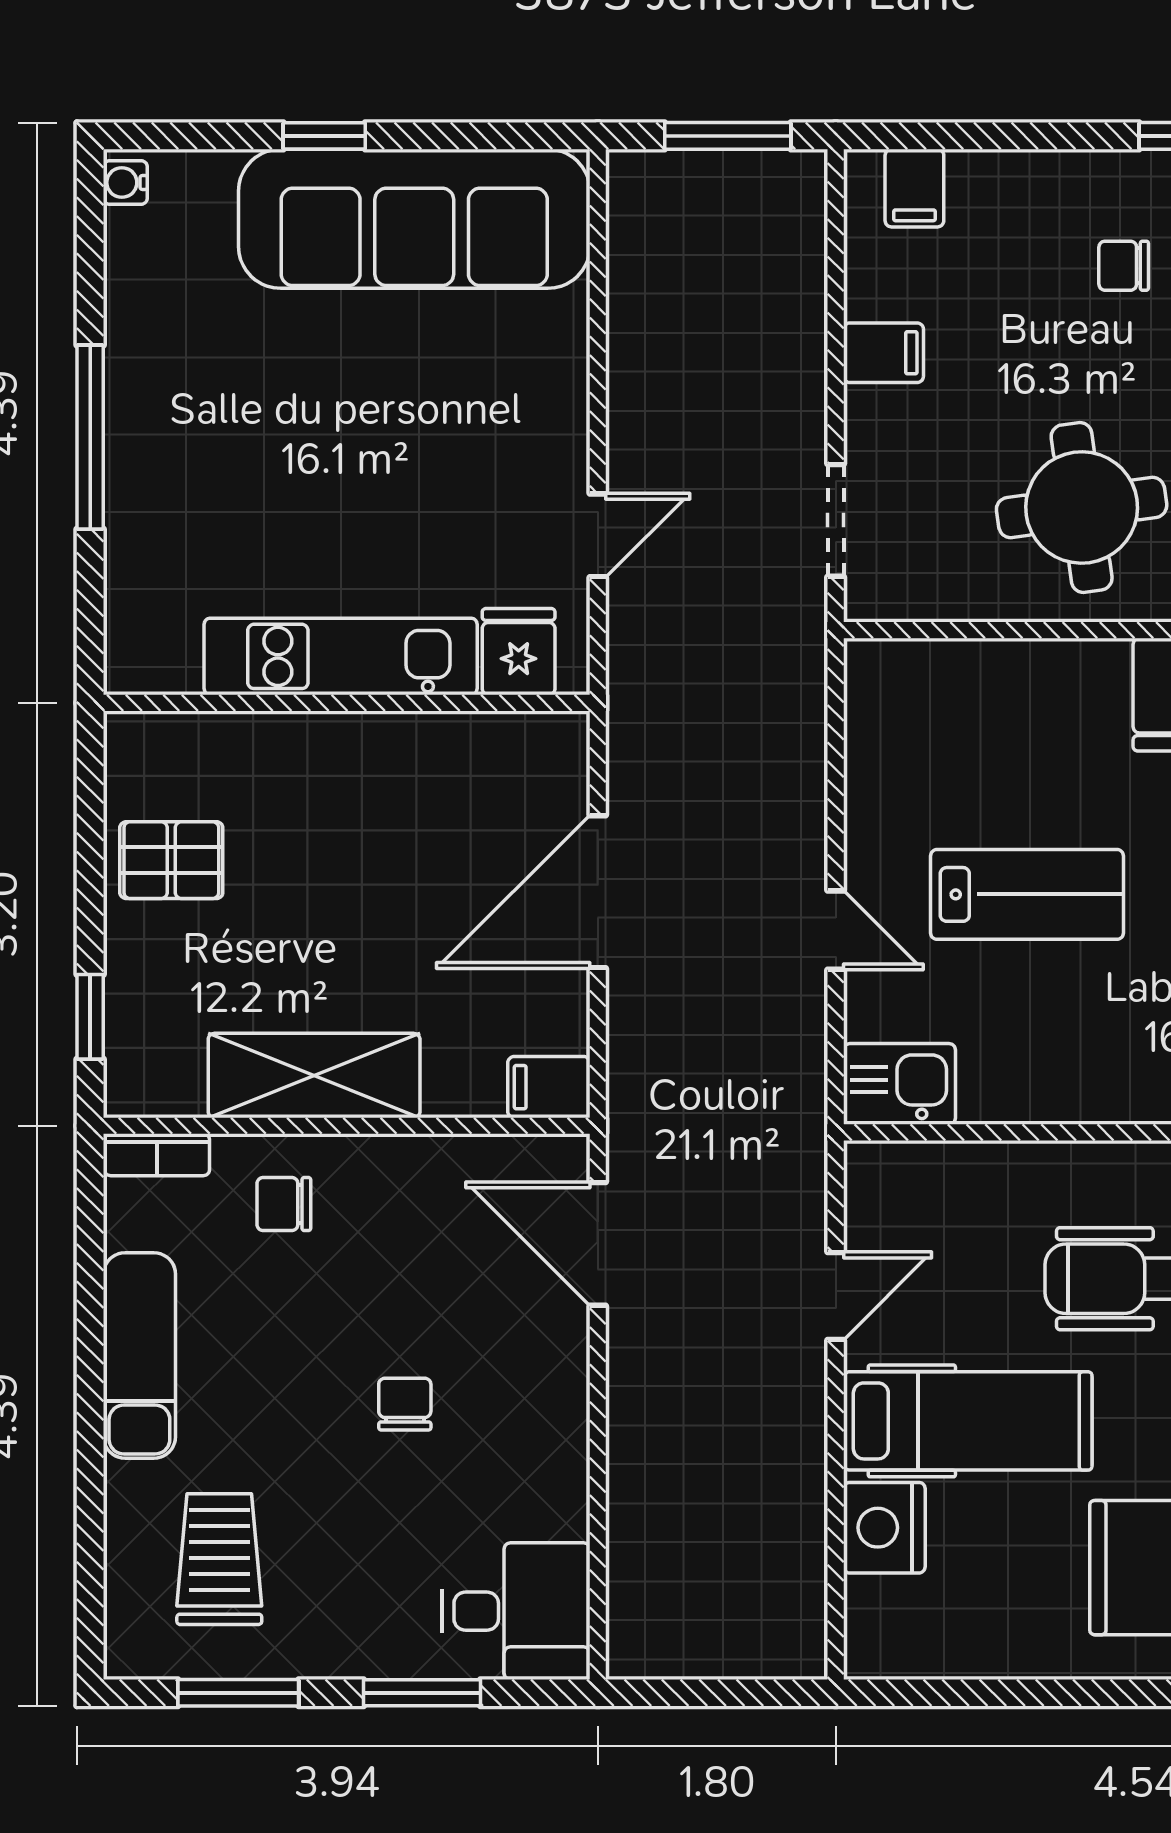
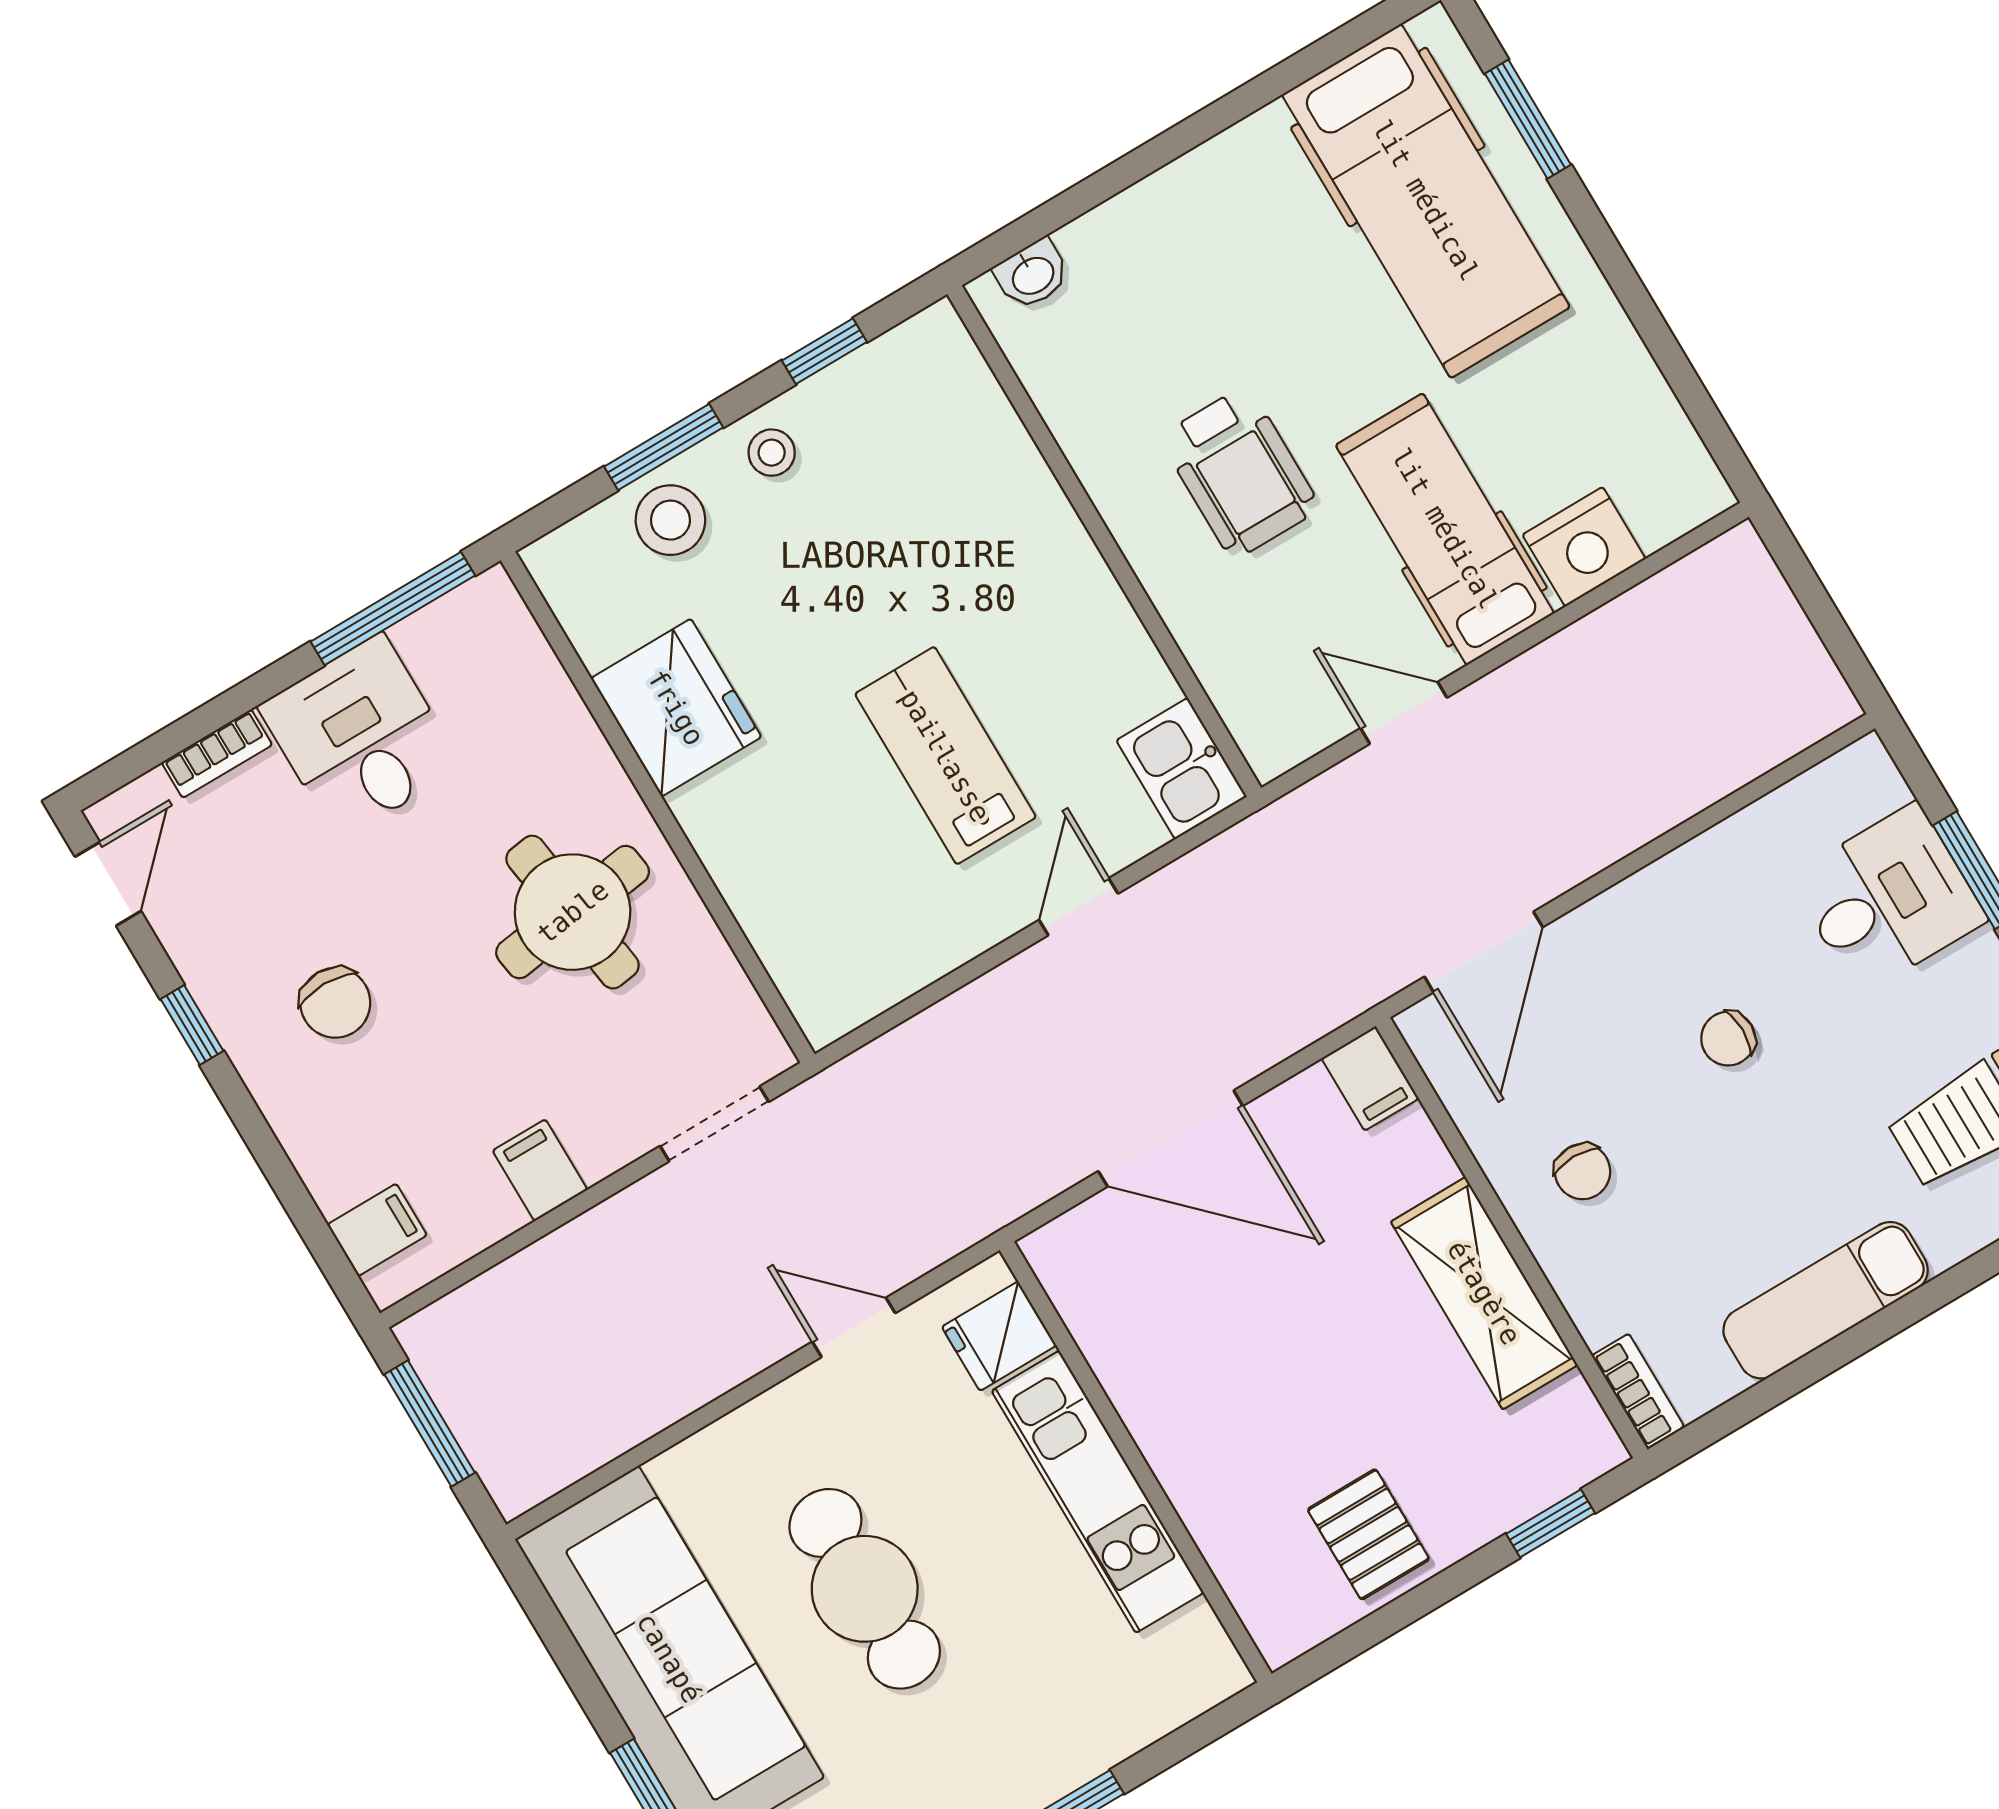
chair: (1124, 266) -> (335, 1003), width x1.37, depth x1.37
cafe table: (375, 415) -> (865, 1589), added
chair: (284, 1204) -> (1583, 1172), moved
desk: (516, 1611) -> (1888, 899), moved, turned 90

